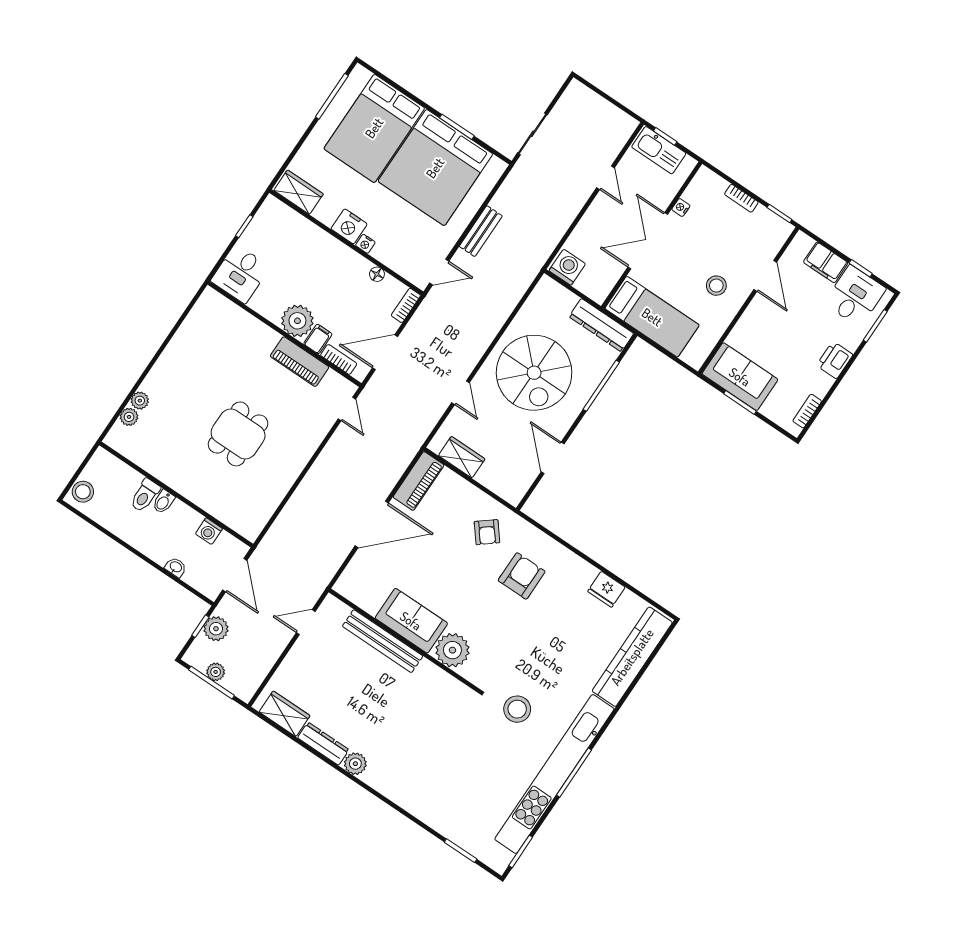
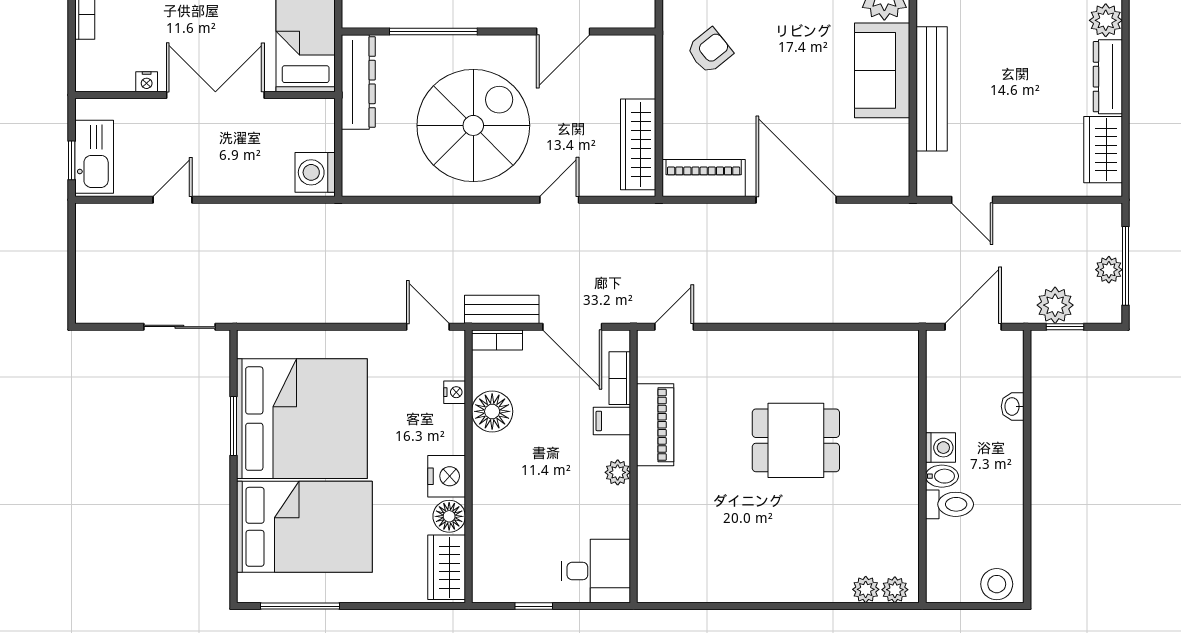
floor lamp: (326, 213) -> (449, 516), added
bench: (481, 231) -> (502, 309), moved
double door: (648, 241) -> (215, 95), swing flipped
nightstand: (365, 244) -> (455, 392), moved
floor lamp: (377, 274) -> (492, 411), width x1.89, depth x1.89
plant: (297, 321) -> (618, 472), width x0.53, depth x0.53
plant: (140, 401) -> (895, 590), moved
wardrobe: (462, 457) -> (638, 144), width x1.50
washing machine: (209, 531) -> (940, 448), moved

